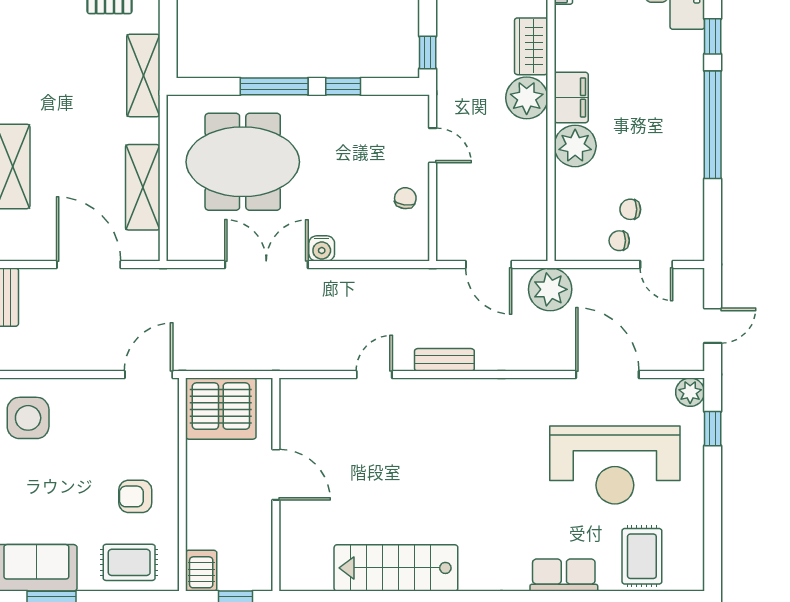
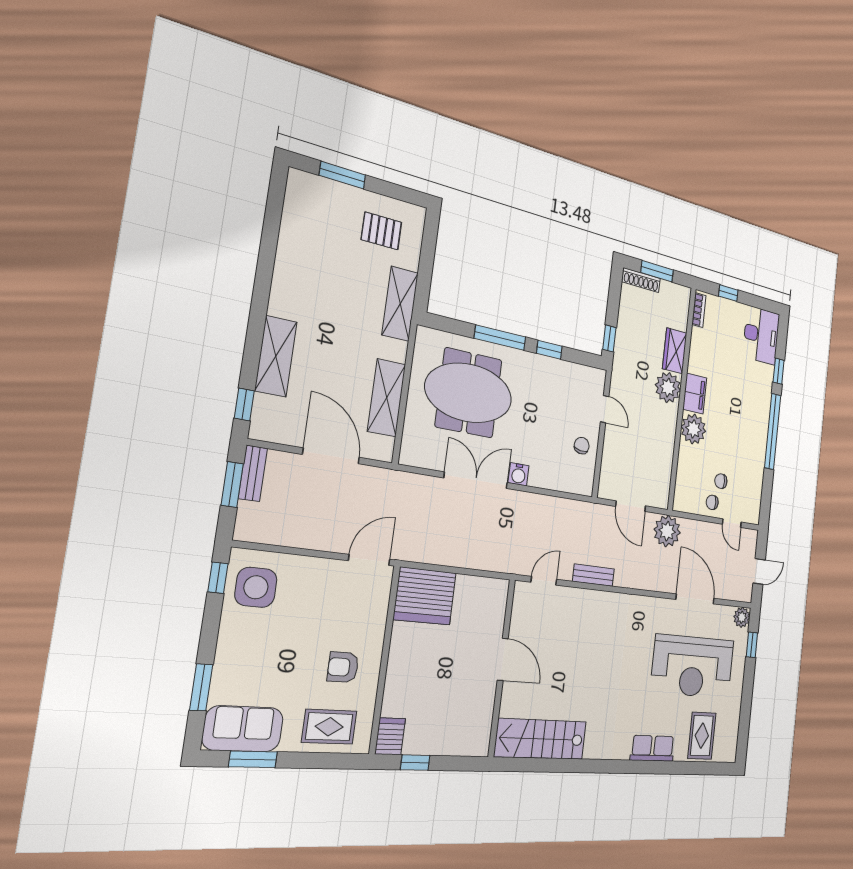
door: (276, 475) -> (503, 659), moved
wall: (276, 485) -> (502, 668), moved

